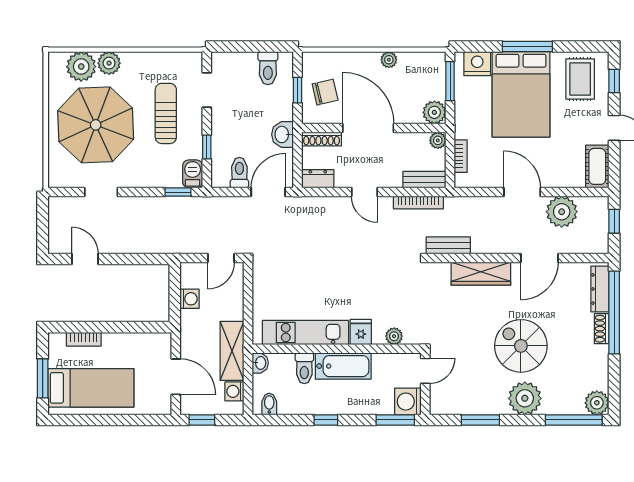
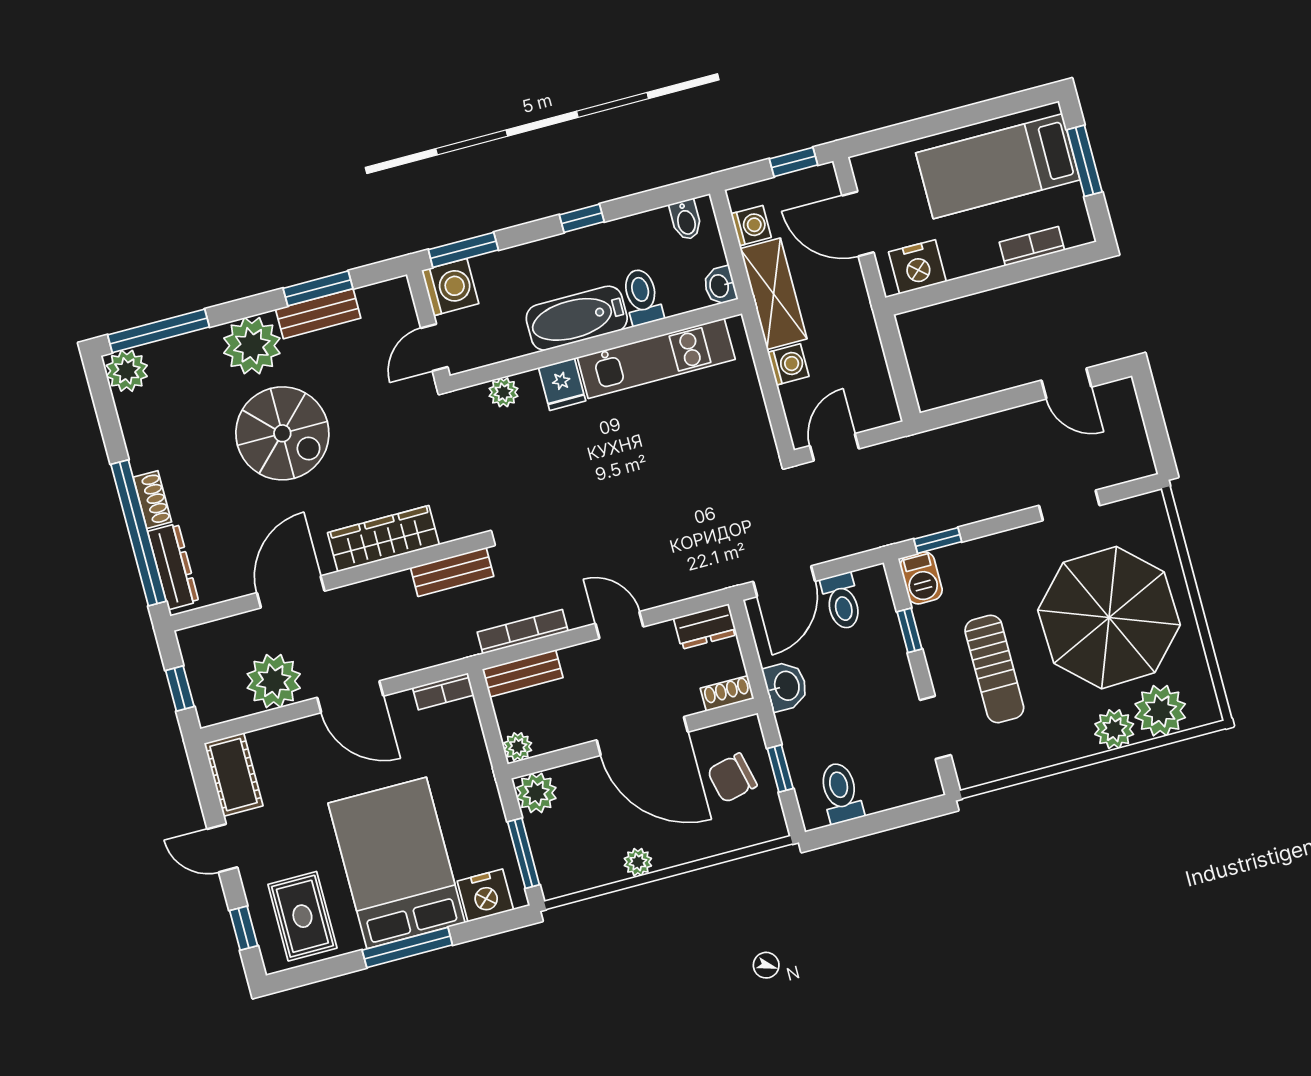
shoe rack: (322, 139) -> (727, 693), width x0.70
bookcase: (461, 156) -> (443, 691), moved, turned -90
washing machine: (189, 299) -> (788, 364), moved, turned 180
nightstand: (149, 345) -> (917, 267), added
bench: (484, 406) -> (318, 314), added

